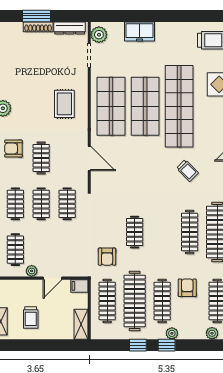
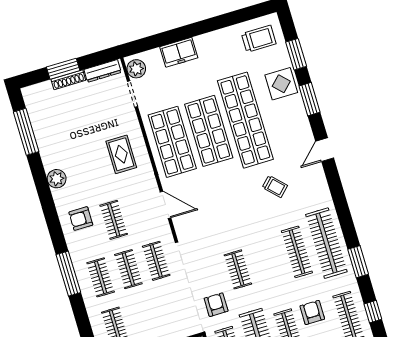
armchair: (107, 257) -> (216, 305), turned 180

